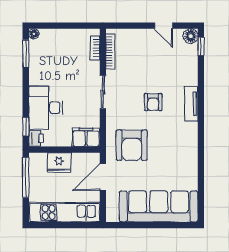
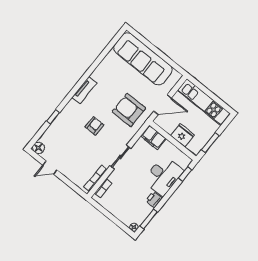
door: (164, 26) -> (50, 168), swing flipped
window: (201, 46) -> (53, 117), moved
tv unit: (191, 104) -> (84, 90), moved
printer: (36, 138) -> (154, 200), moved
armchair: (132, 145) -> (129, 110), turned -90
window: (26, 177) -> (210, 143), width x0.69

